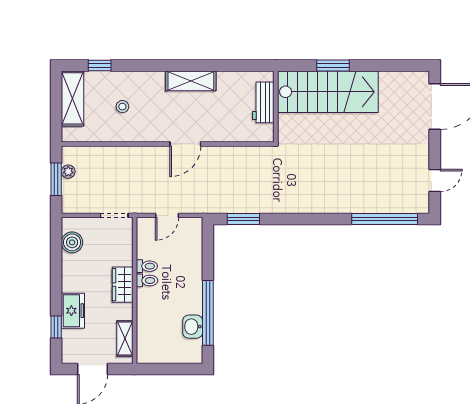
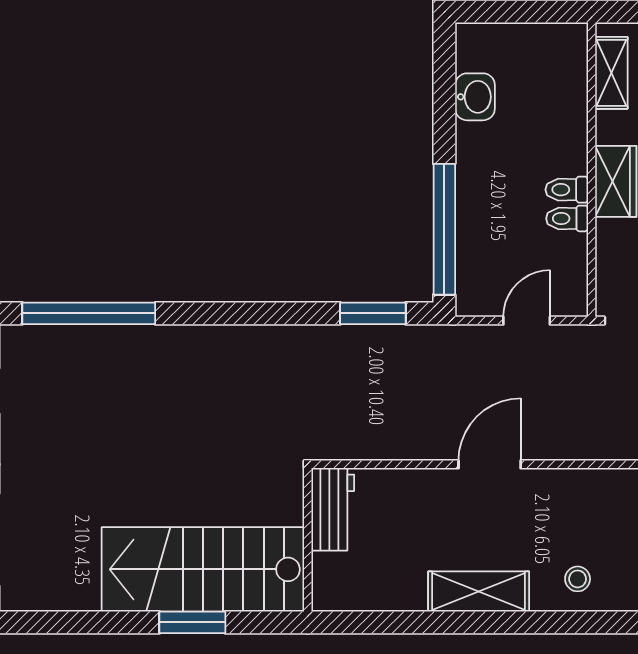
workbench: (263, 102) -> (333, 509), moved
stool: (122, 107) -> (578, 579), moved
window: (208, 313) -> (444, 229), moved

